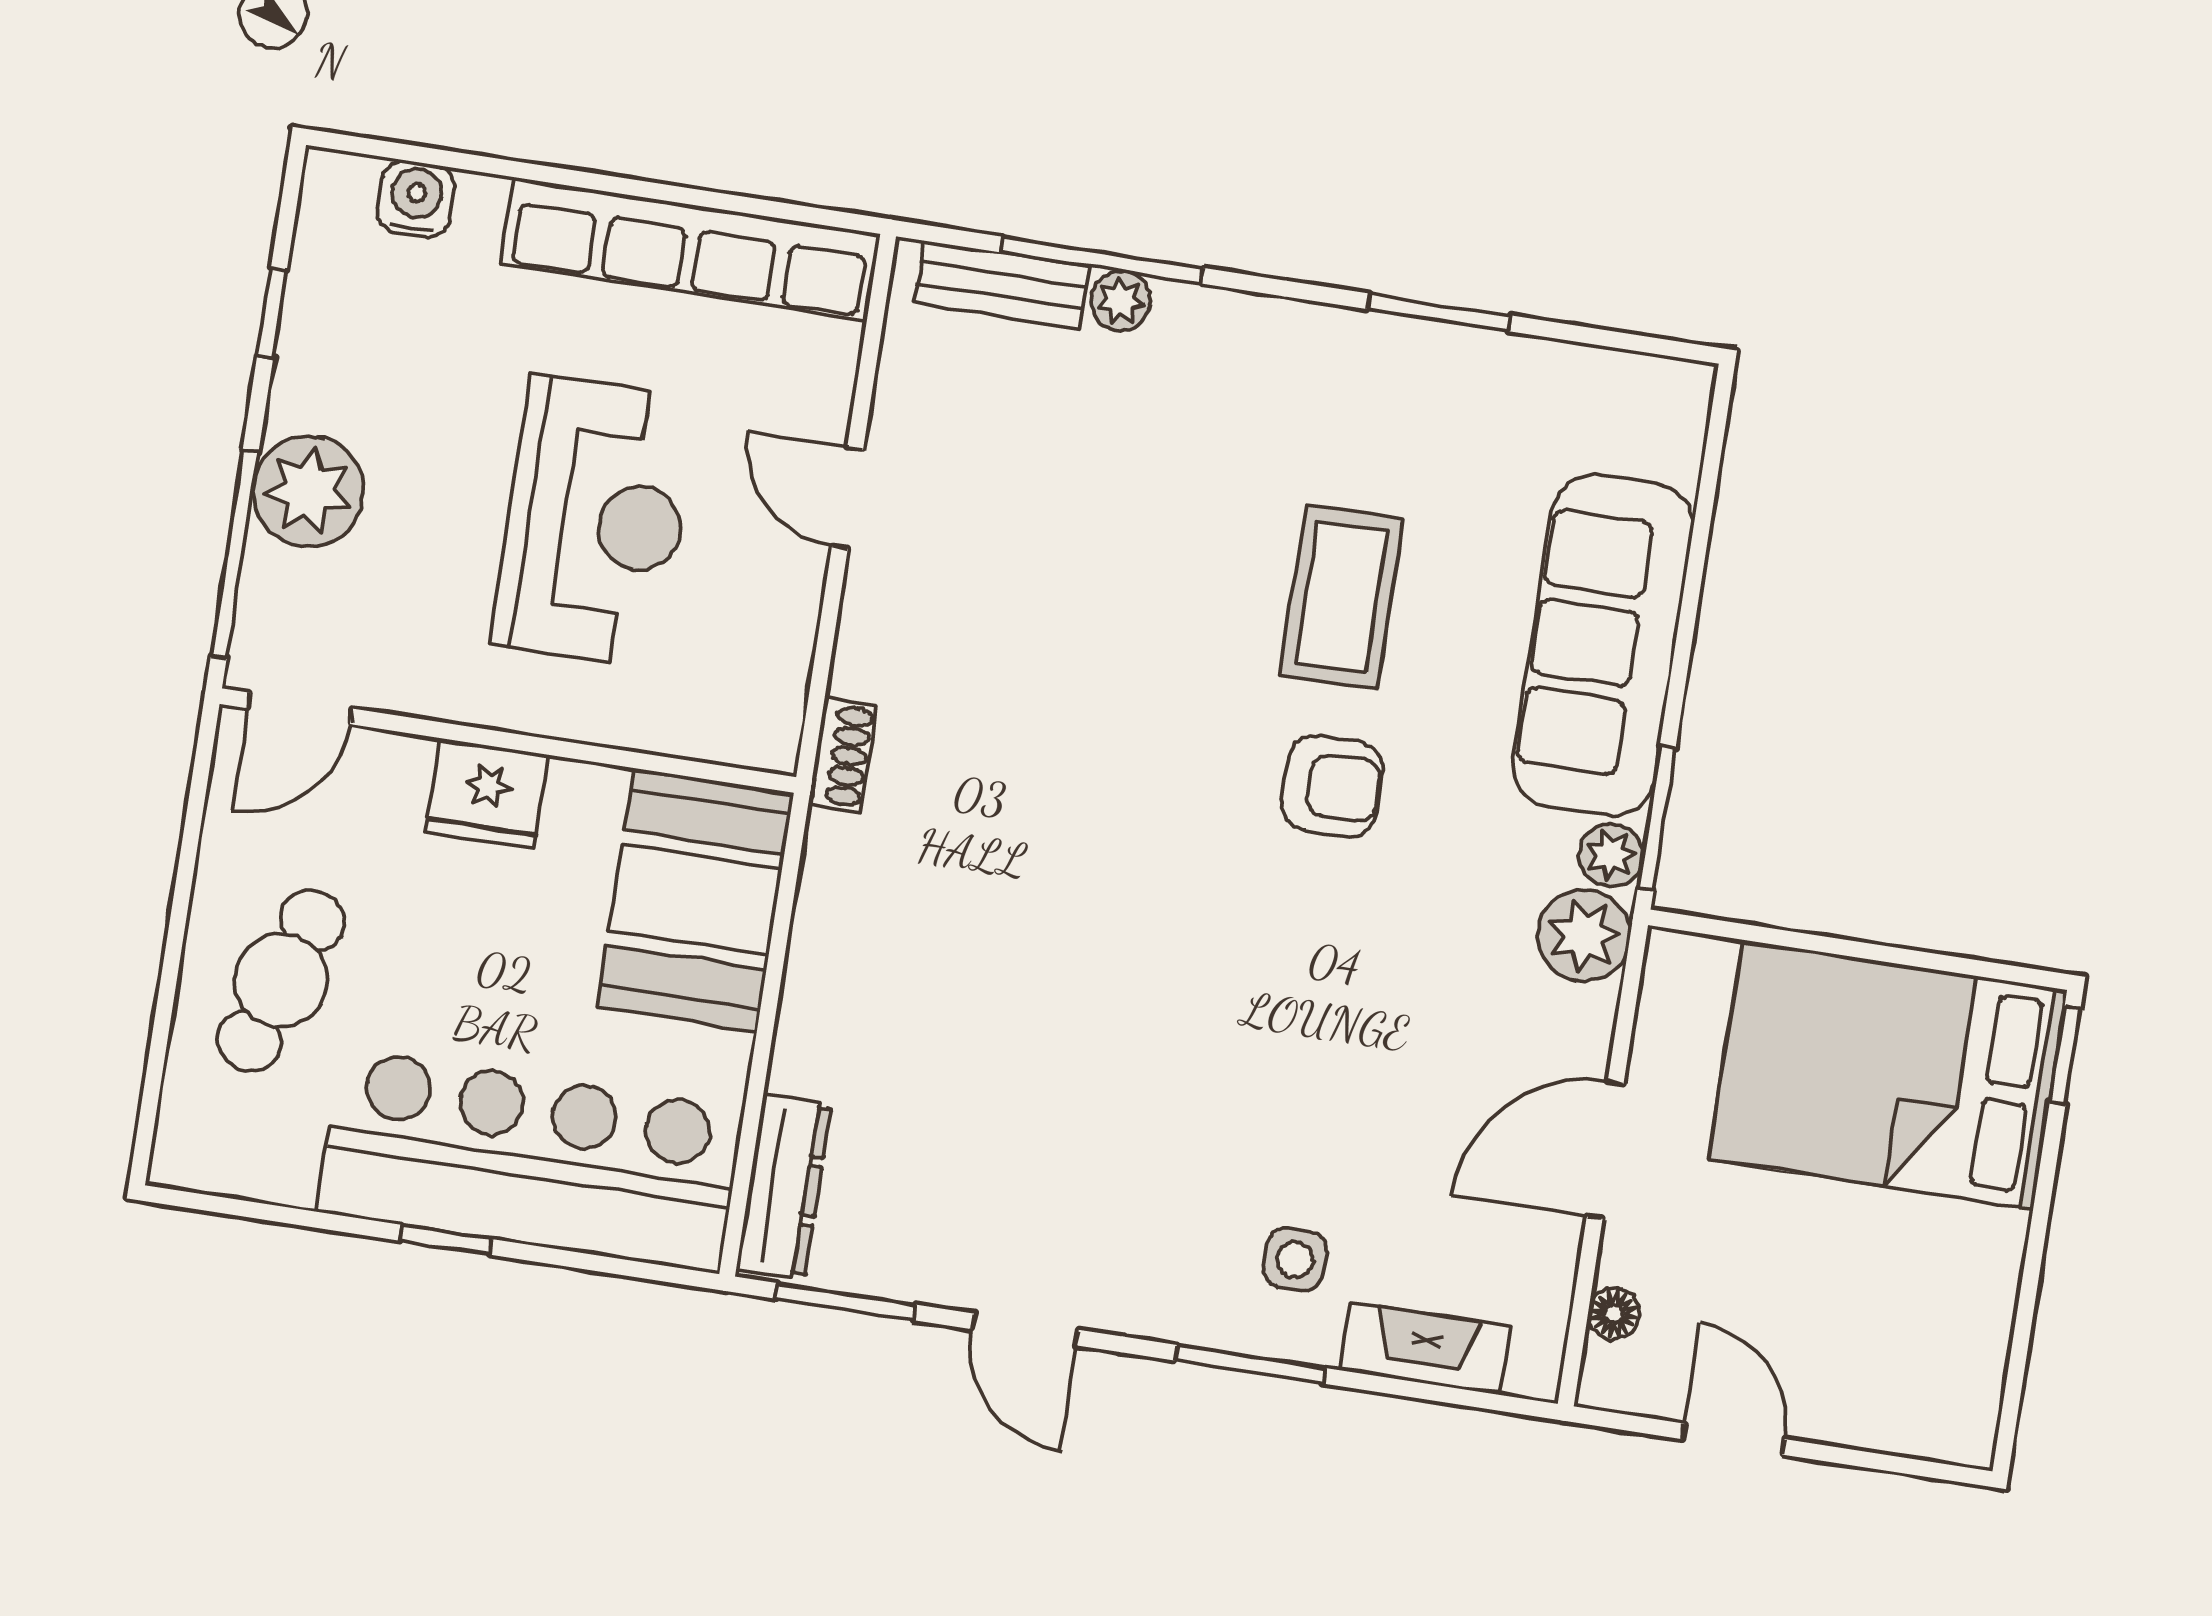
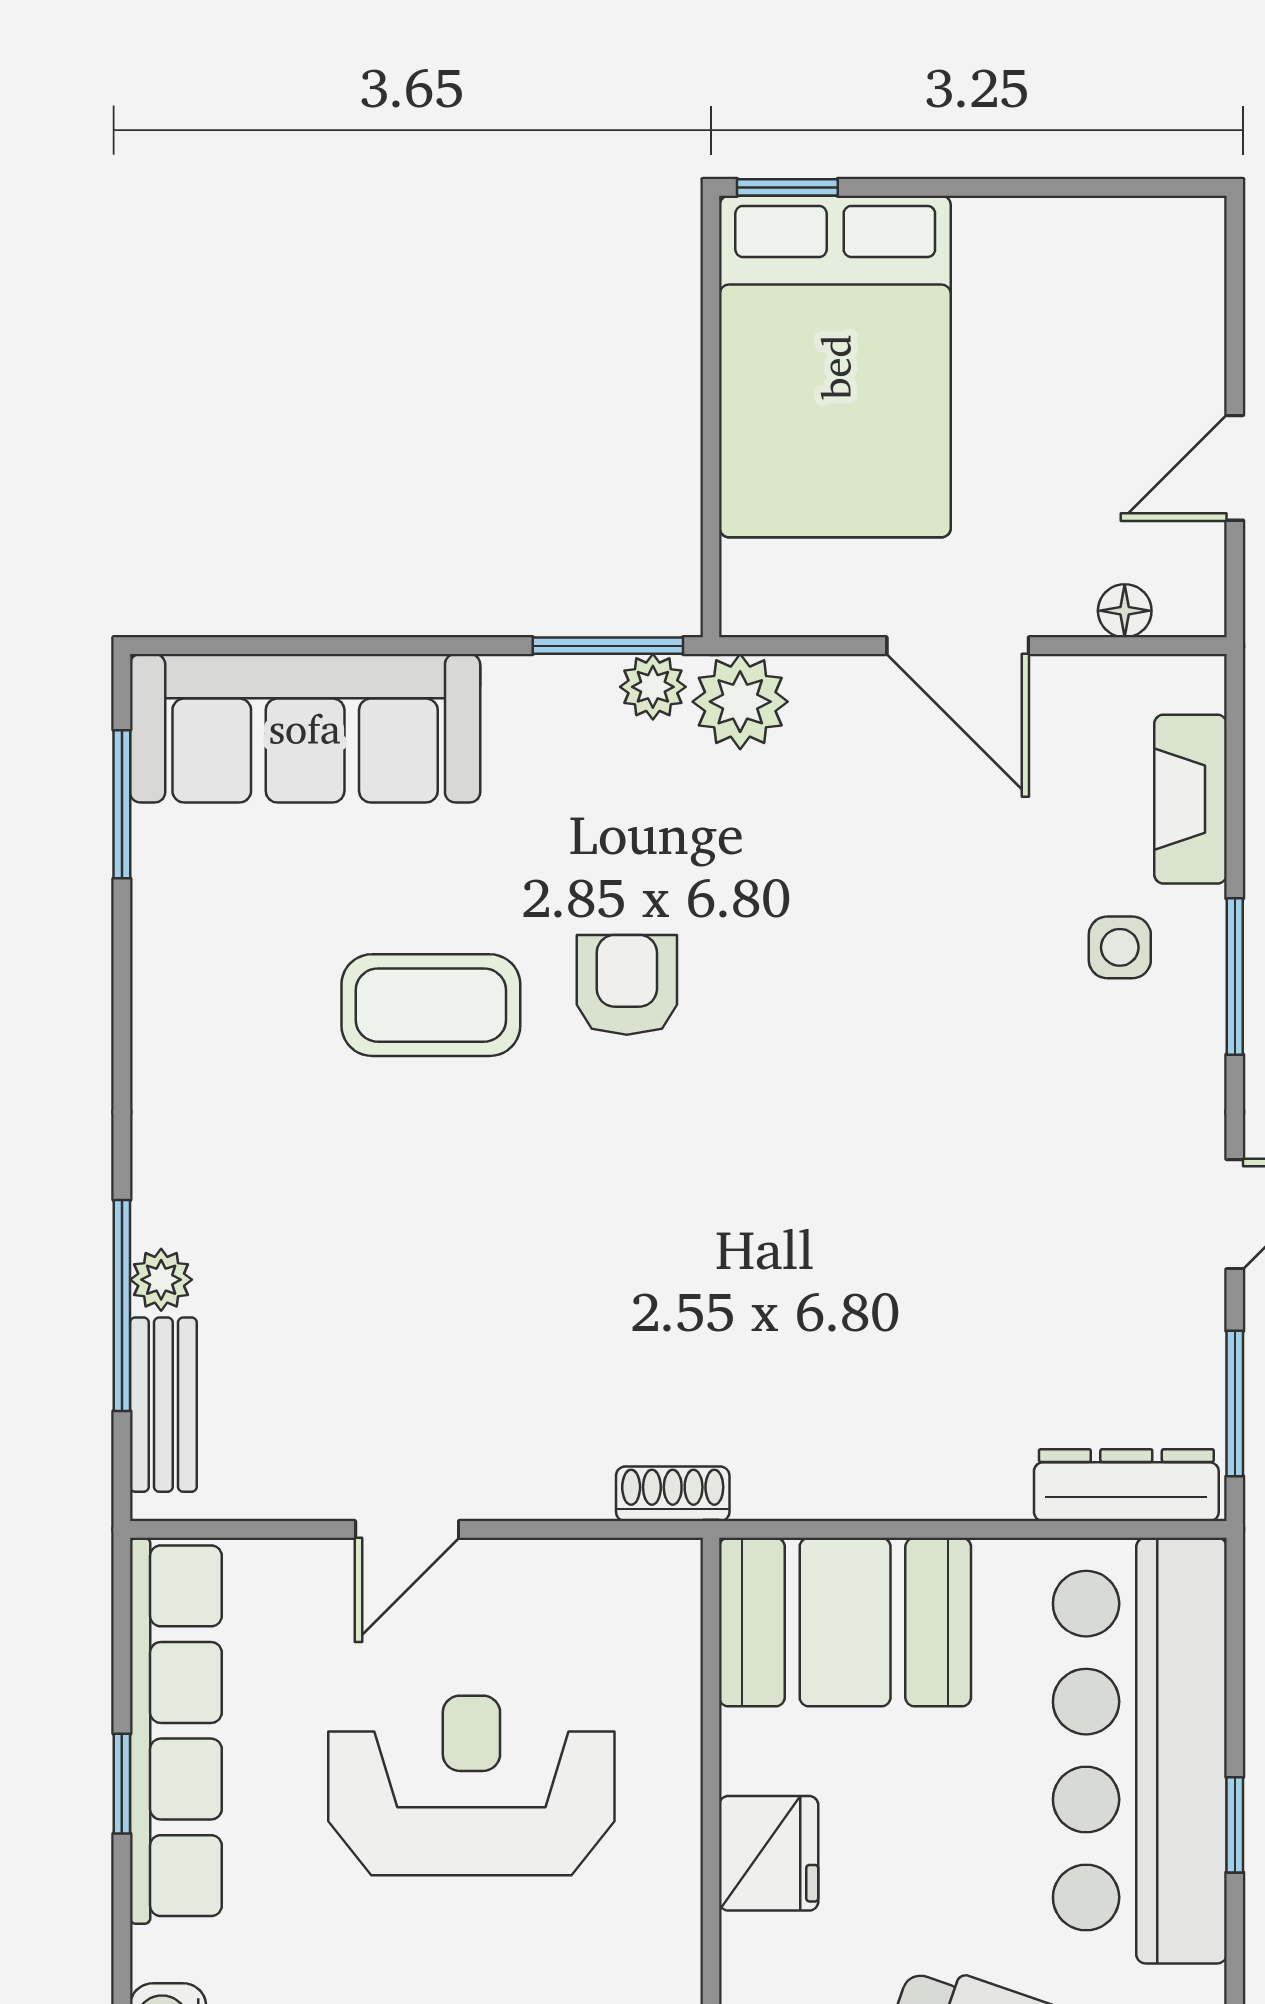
window: (648, 190) -> (122, 1784), added
window: (1439, 312) -> (122, 804), moved
sofa: (1603, 645) -> (305, 728), moved

